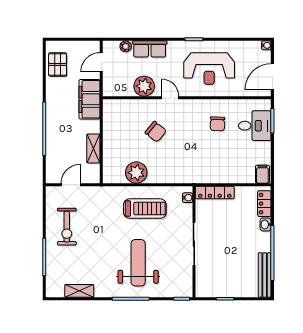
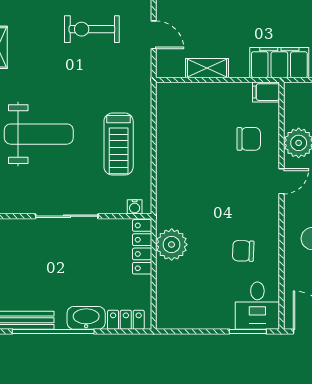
desk: (255, 126) -> (257, 306), moved
chair: (156, 132) -> (249, 139), moved, turned -129
plant: (136, 173) -> (172, 245), moved
filing cabinet: (262, 174) -> (266, 92), moved, turned 180
washbasin: (265, 224) -> (86, 318), width x1.91, depth x1.45

